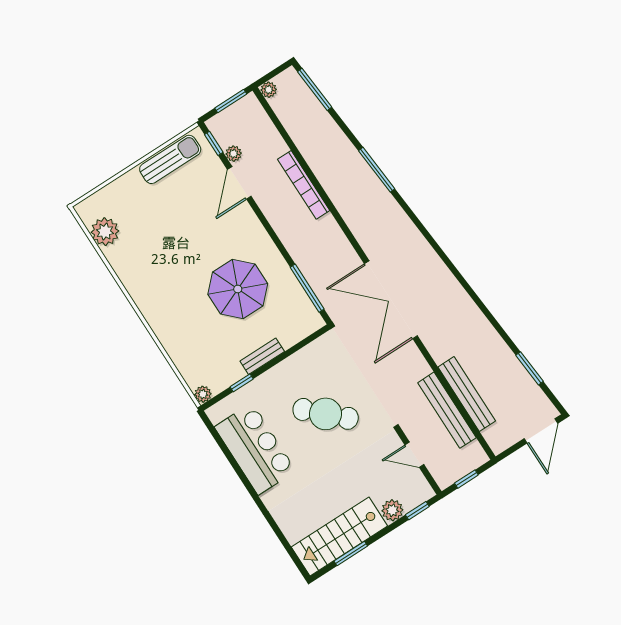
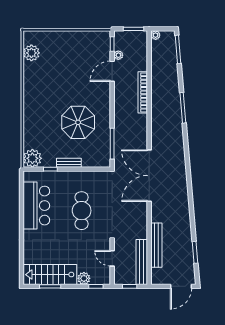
sun lounger: (170, 159) -> (86, 38), removed
plant: (203, 394) -> (32, 158), width x1.88, depth x1.88
bench: (447, 410) -> (142, 262), moved
cafe table: (326, 414) -> (82, 211), turned 46

